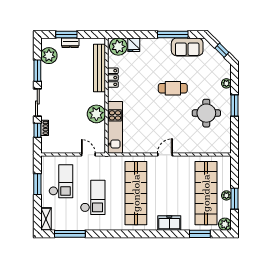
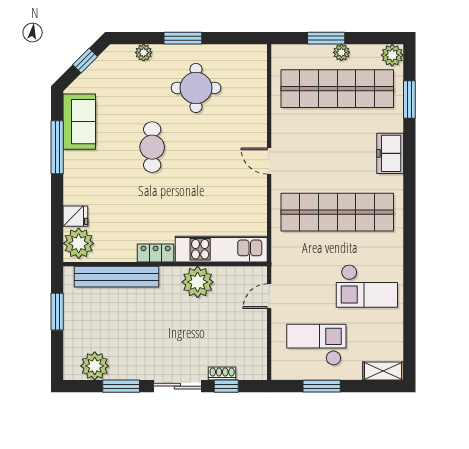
window: (66, 34) -> (57, 312), moved
dresser: (70, 43) -> (72, 328), removed
locker: (113, 78) -> (156, 253), moved
checkout: (93, 197) -> (367, 286), moved, turned 180
window: (235, 199) -> (326, 38), moved
window: (70, 234) -> (409, 329), removed

